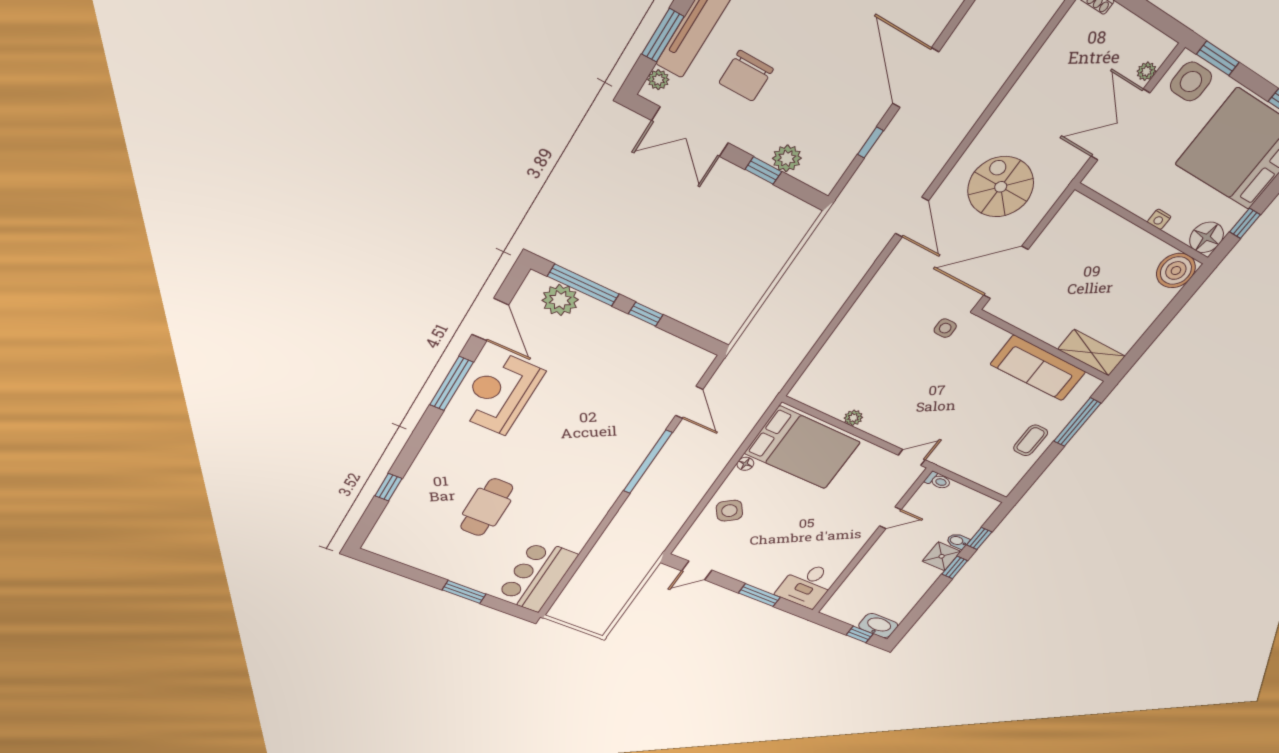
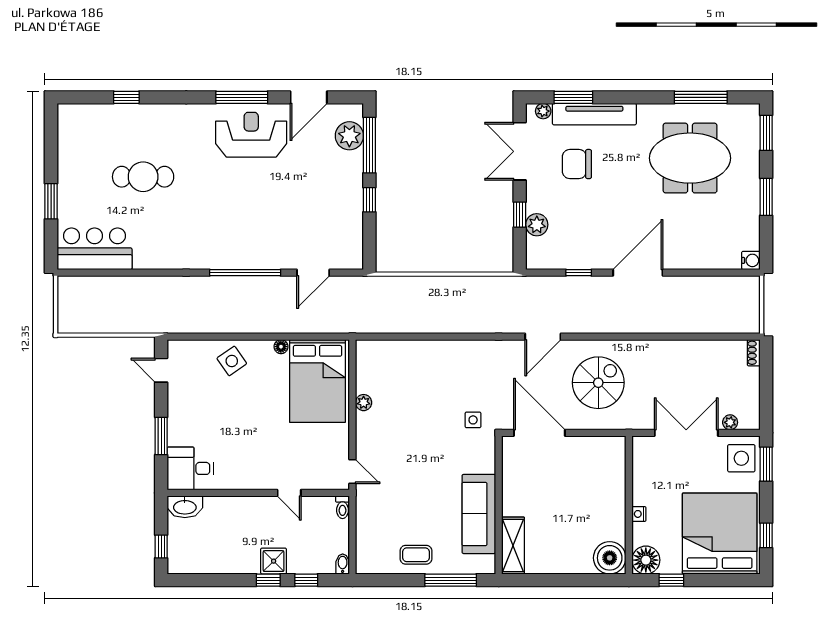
bidet: (958, 541) -> (343, 564), moved
washbasin: (878, 626) -> (185, 507), moved, turned 90

